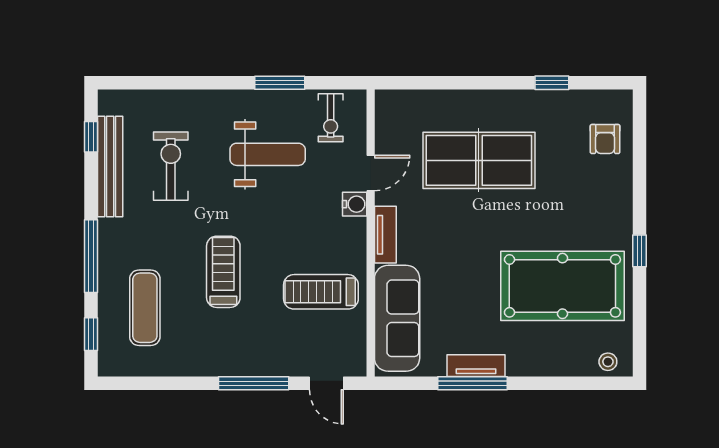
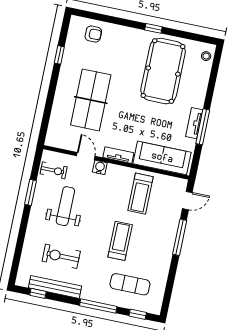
treadmill: (223, 272) -> (120, 241), turned 90

